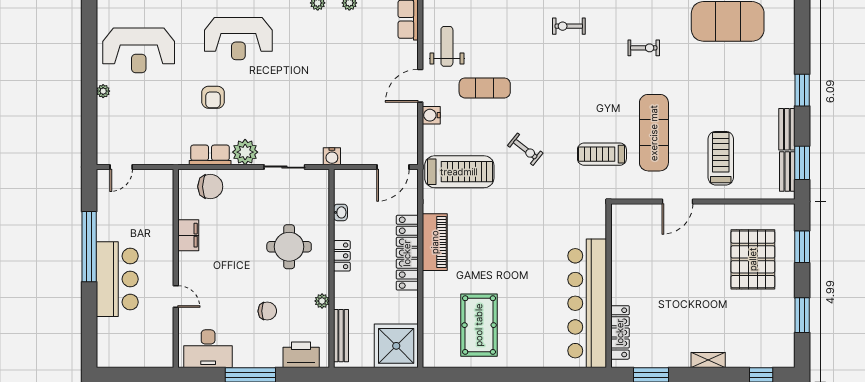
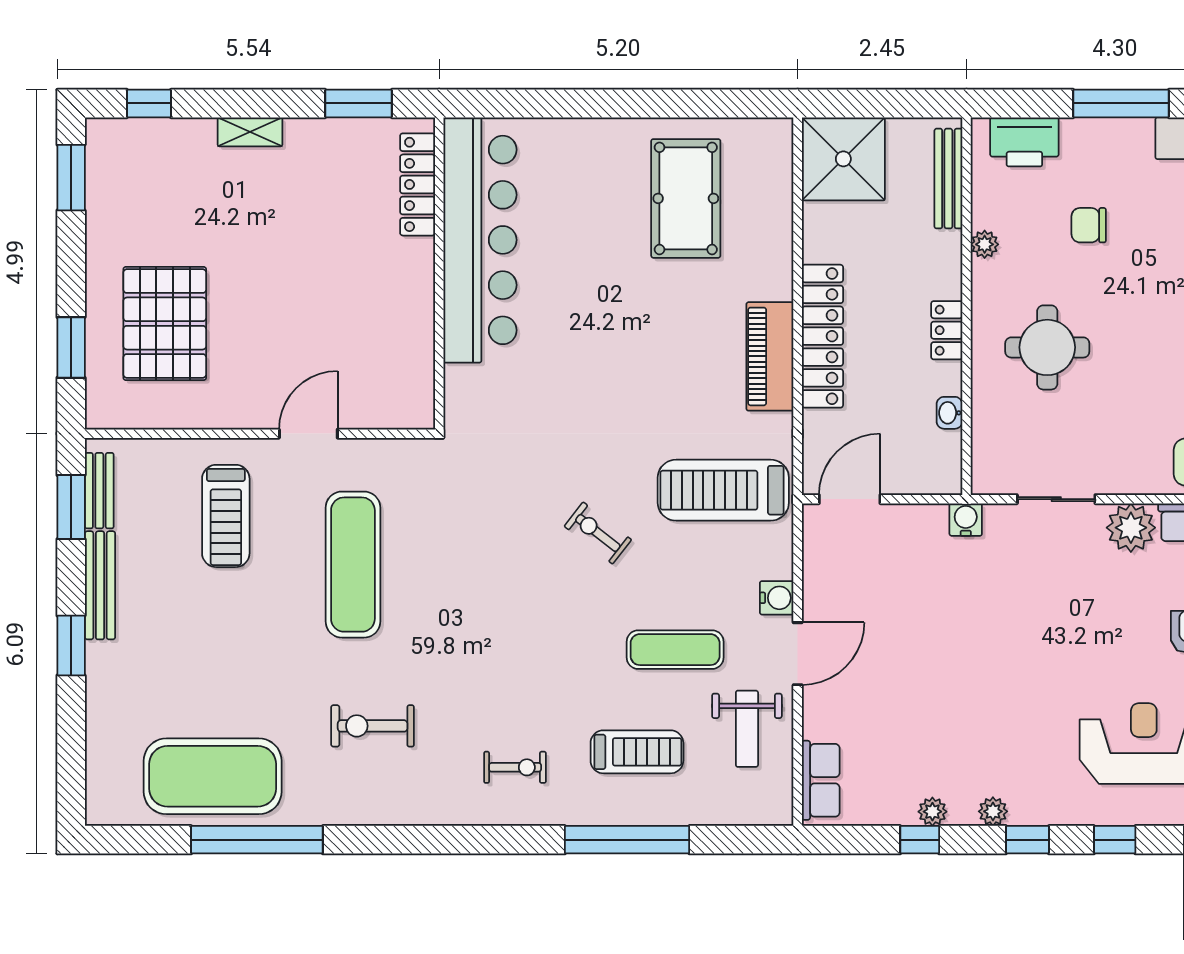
exercise bike: (644, 48) -> (373, 726), width x1.38, depth x1.39
bench: (787, 129) -> (100, 585), width x1.36
treadmill: (602, 154) -> (637, 752), moved
window: (802, 315) -> (71, 178), moved

